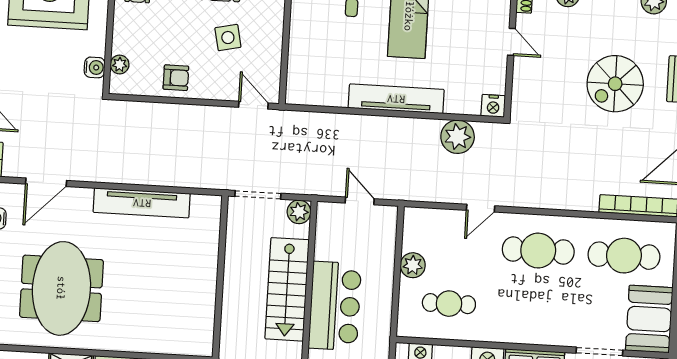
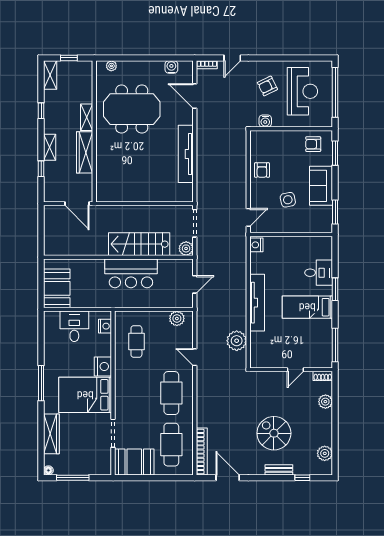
armchair: (37, 60) -> (267, 86), added
plant: (120, 64) -> (268, 136), removed
nightstand: (493, 106) -> (256, 245), moved
plant: (413, 265) -> (177, 318), moved

